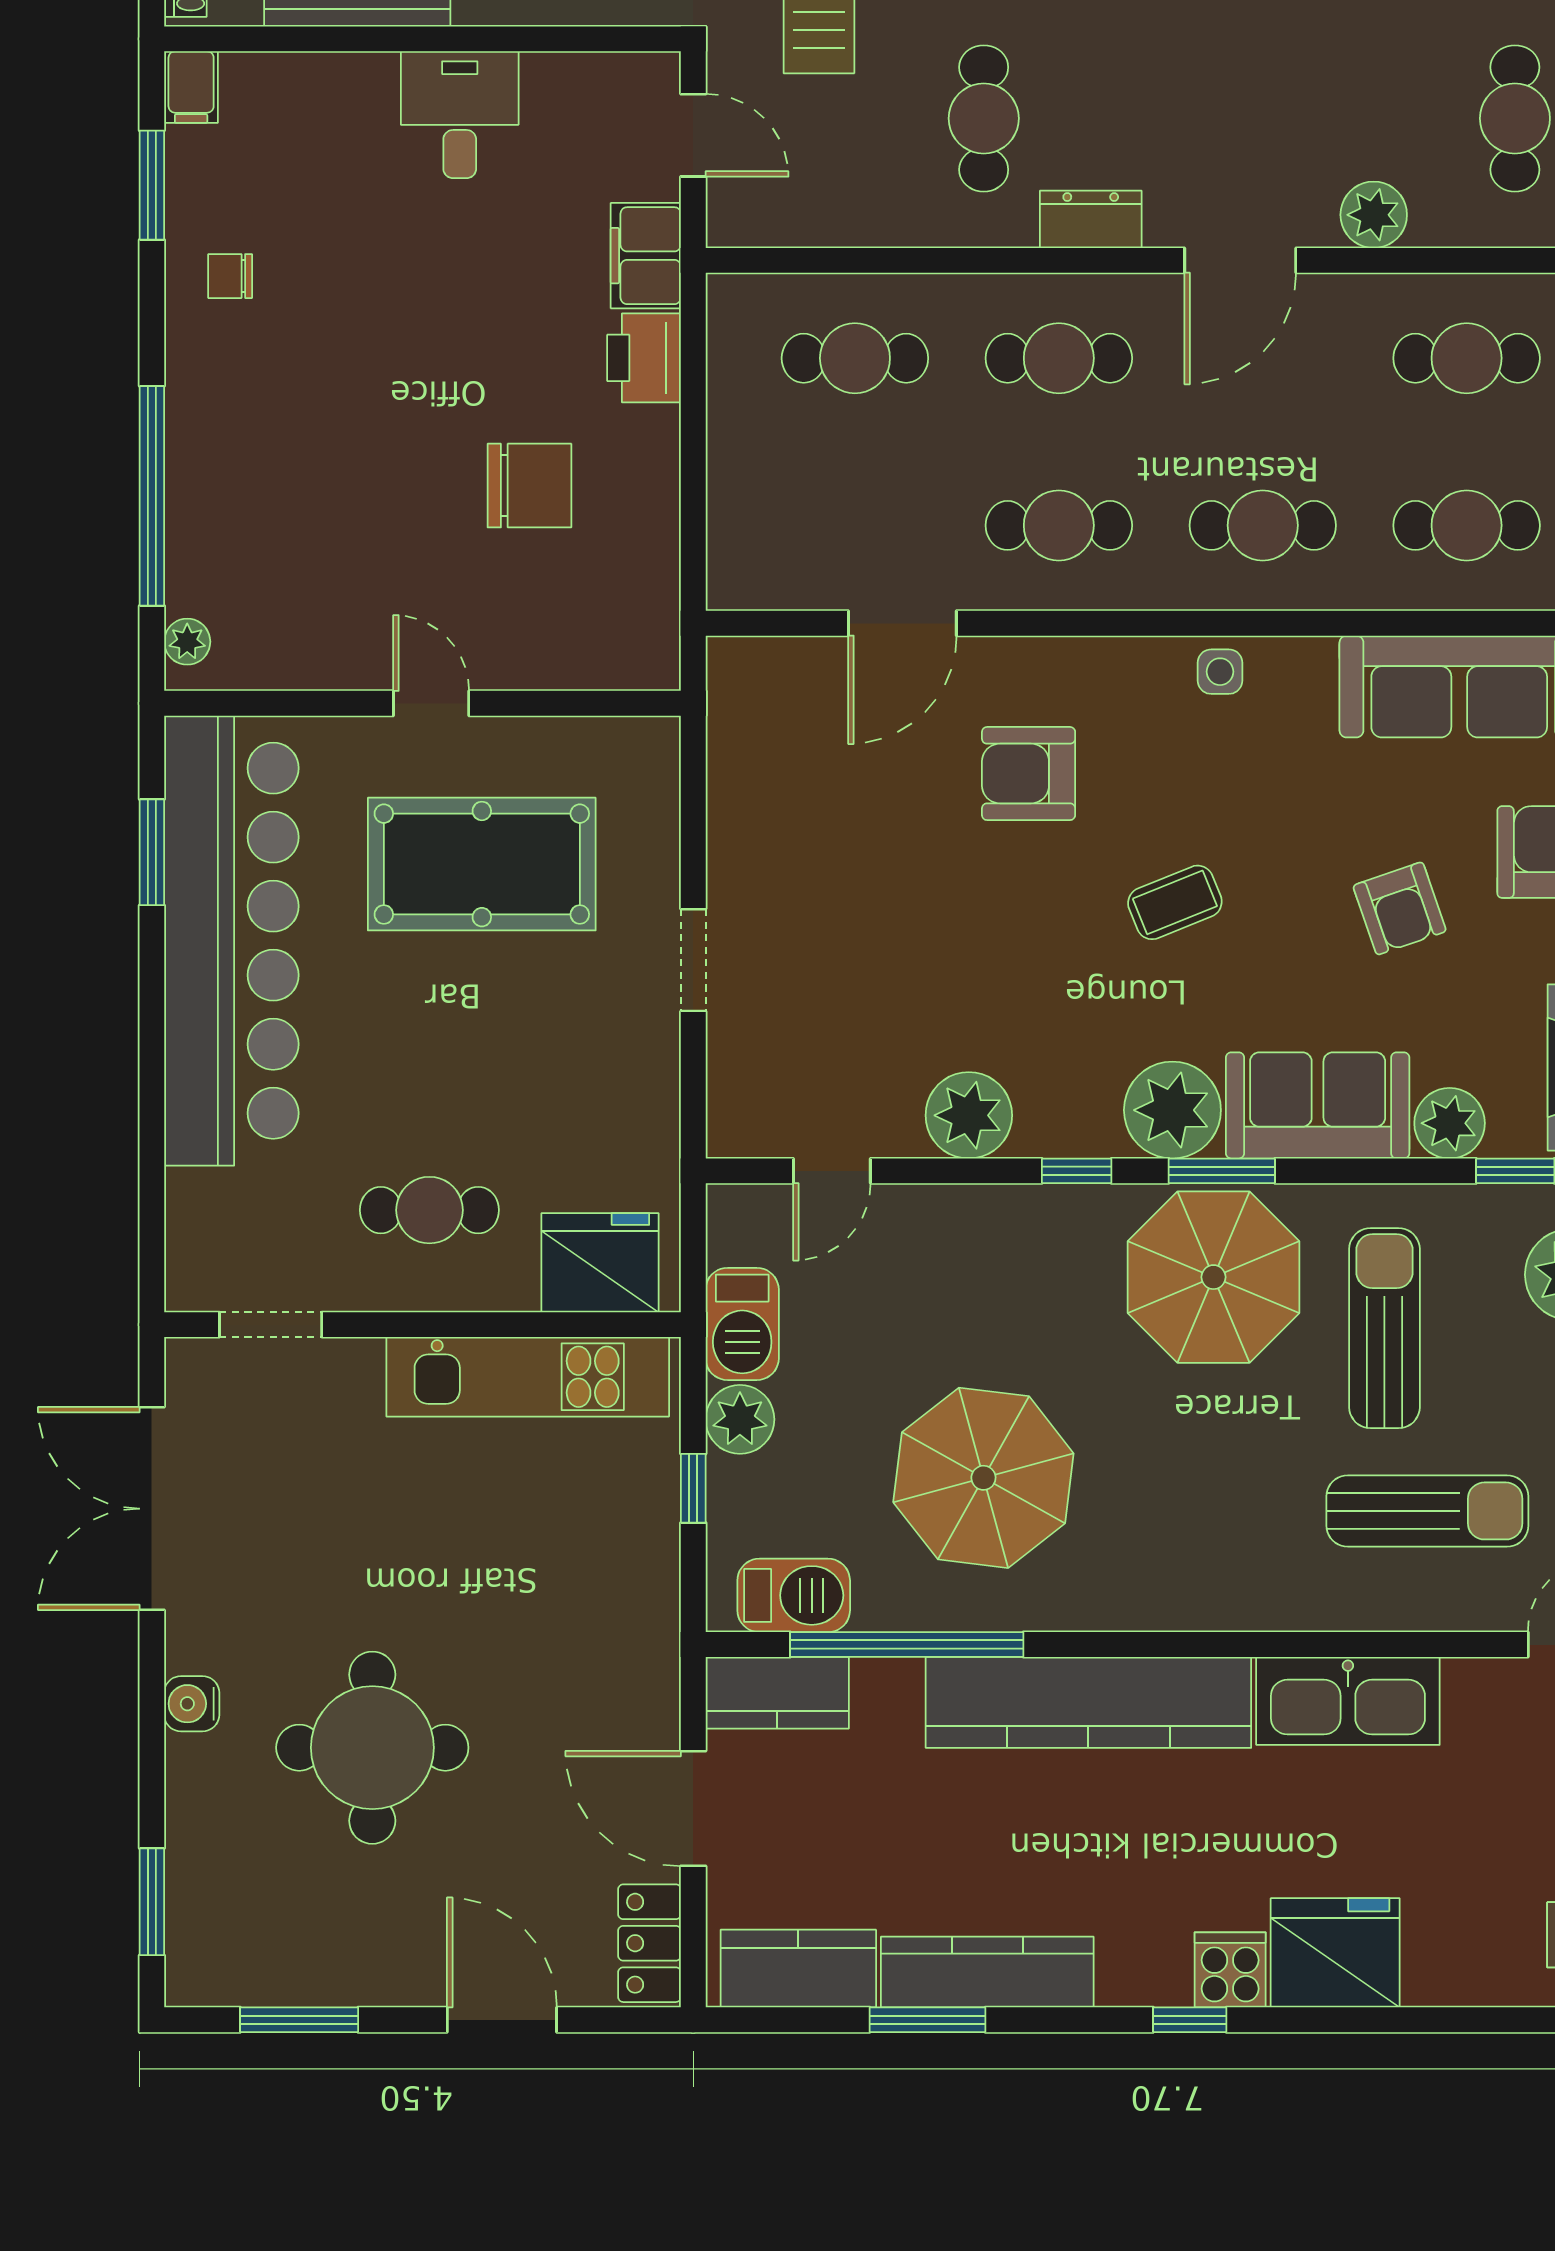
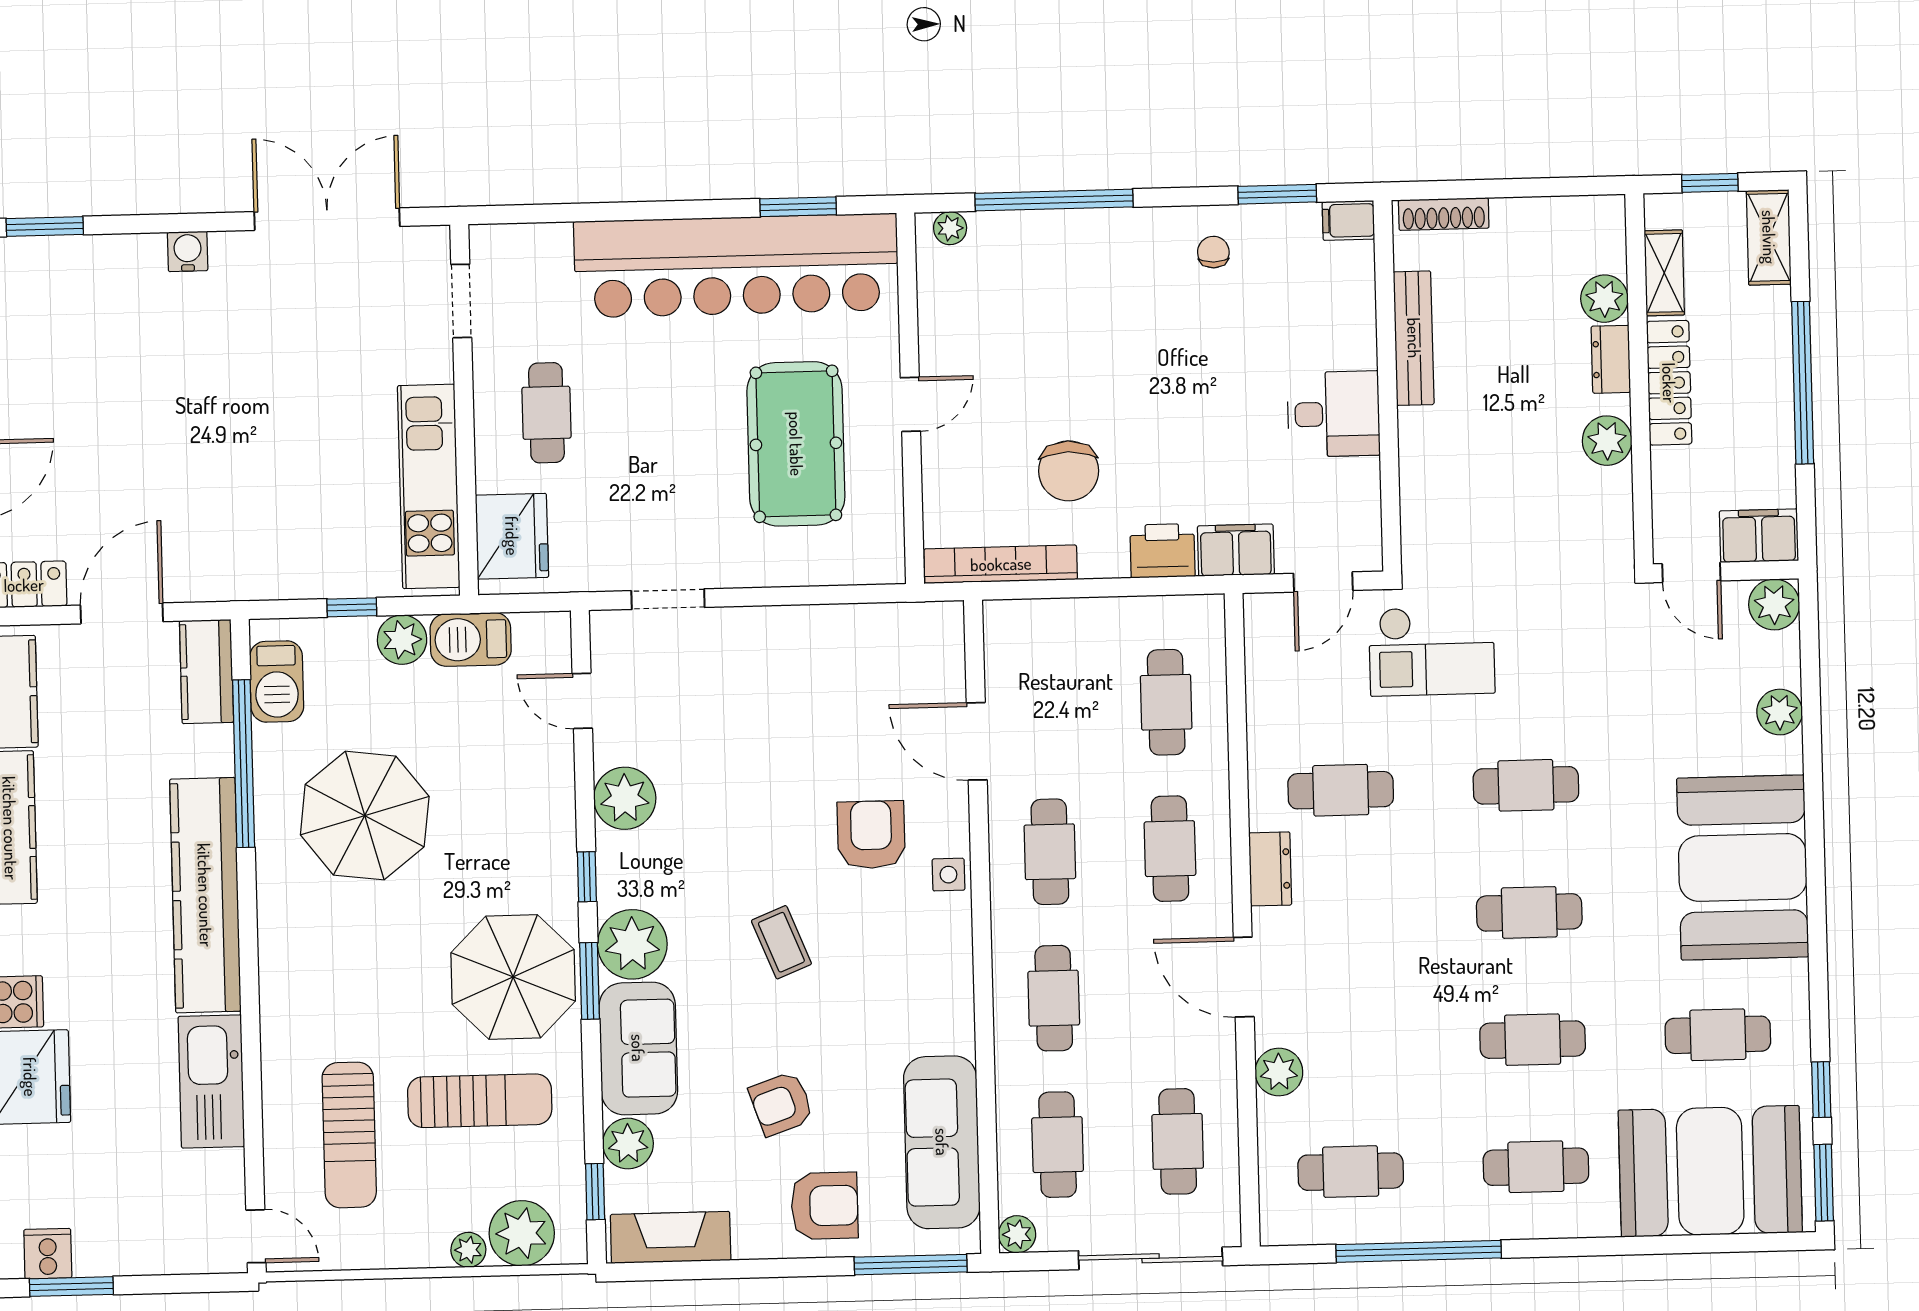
bookcase: (657, 584) -> (1001, 564), added
side table: (1220, 672) -> (948, 875), moved
doorway: (693, 960) -> (668, 599), moved
round table: (372, 1748) -> (159, 382), removed

